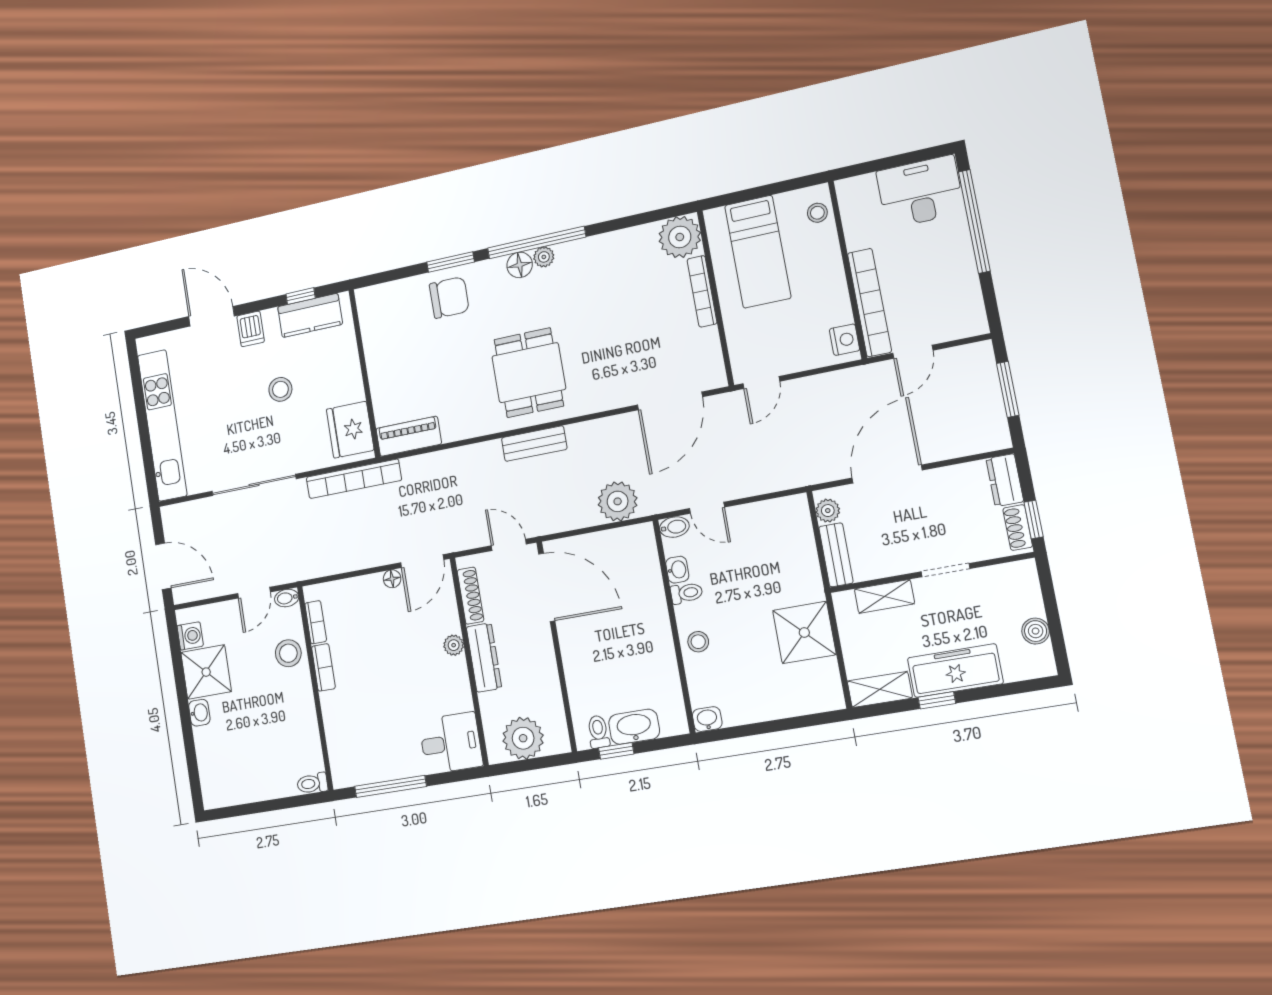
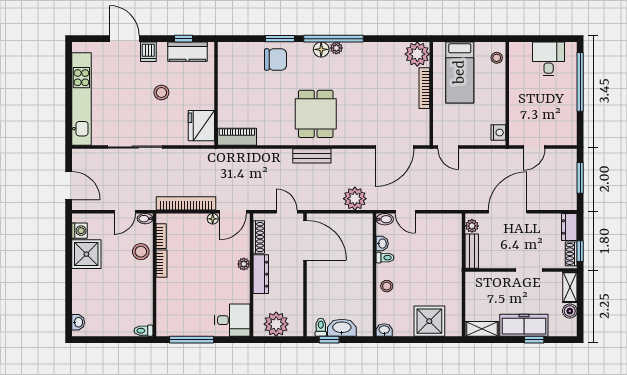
desk: (920, 192) -> (549, 59), width x0.73
bookcase: (869, 303) -> (516, 115), removed
door: (761, 382) -> (448, 147), hinge flipped
bookcase: (354, 479) -> (186, 203), moved, turned 180
shelving: (884, 596) -> (570, 287), moved, turned 90
shower: (804, 632) -> (429, 321), moved
window: (937, 700) -> (534, 340), moved
washbasin: (199, 713) -> (78, 322), moved

